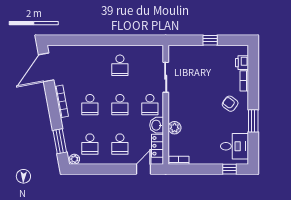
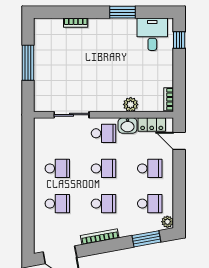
window: (210, 40) -> (28, 63), width x2.17
printer: (242, 63) -> (54, 25), removed
school desk: (90, 65) -> (57, 204), added
armchair: (230, 104) -> (102, 39), removed

